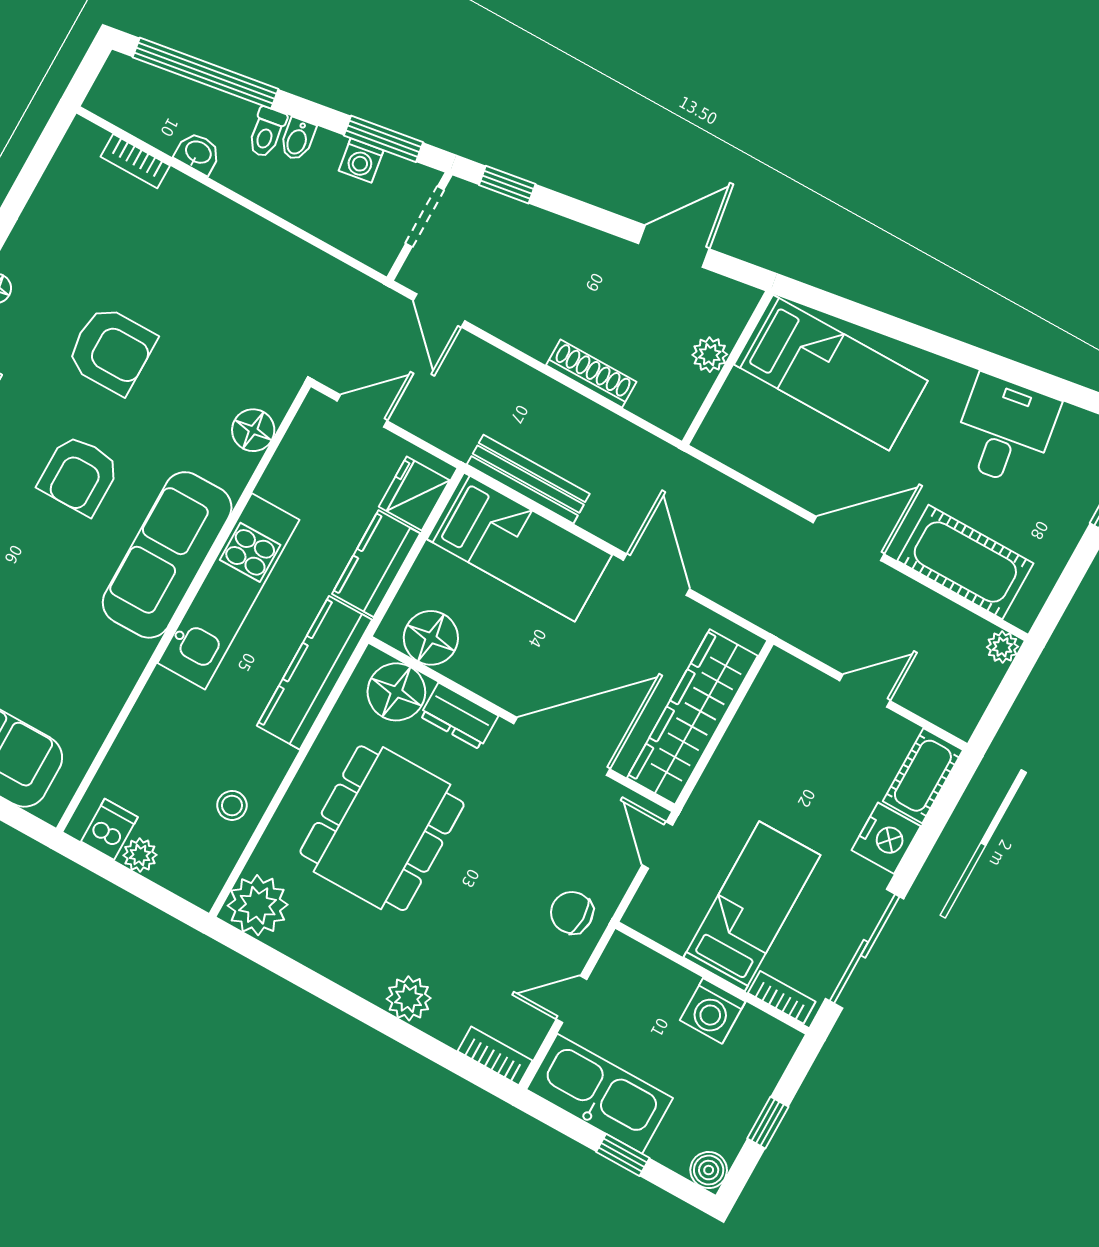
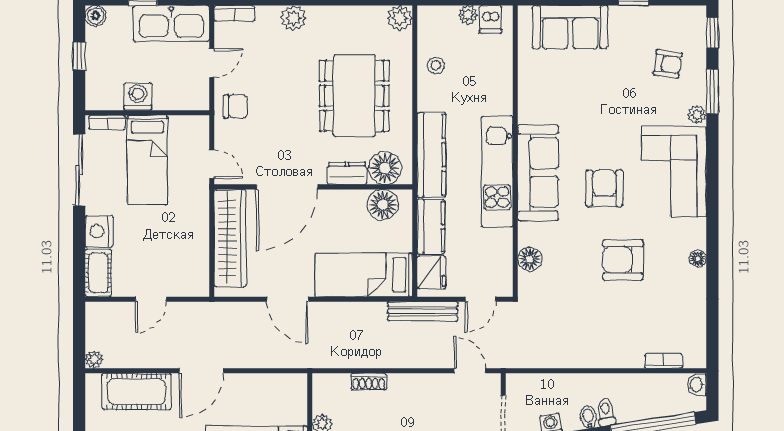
washbasin: (198, 153) -> (697, 385), moved, turned 90
shoe rack: (591, 374) -> (369, 382), width x0.70
bench: (528, 479) -> (423, 311), moved
plant: (258, 905) -> (400, 18), width x0.73, depth x0.73

